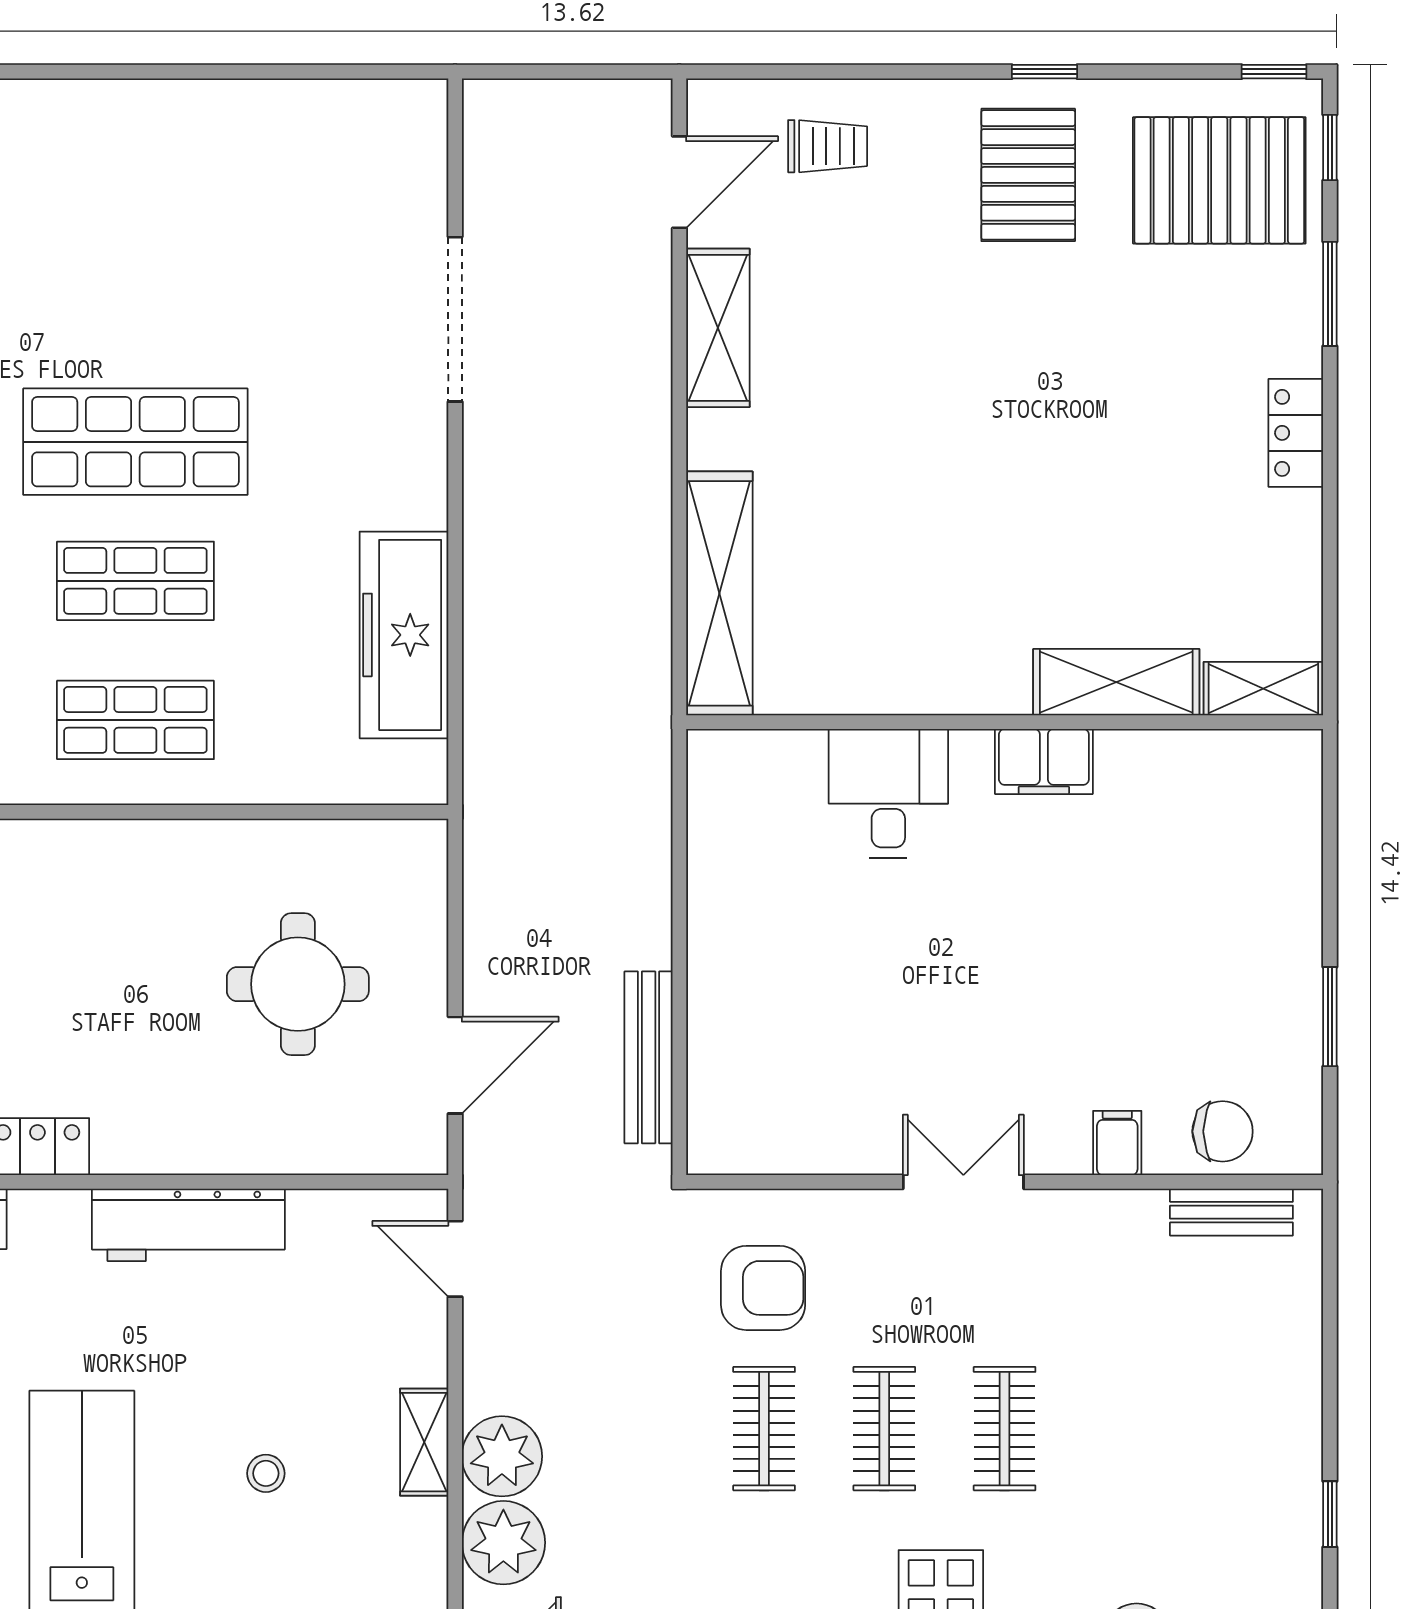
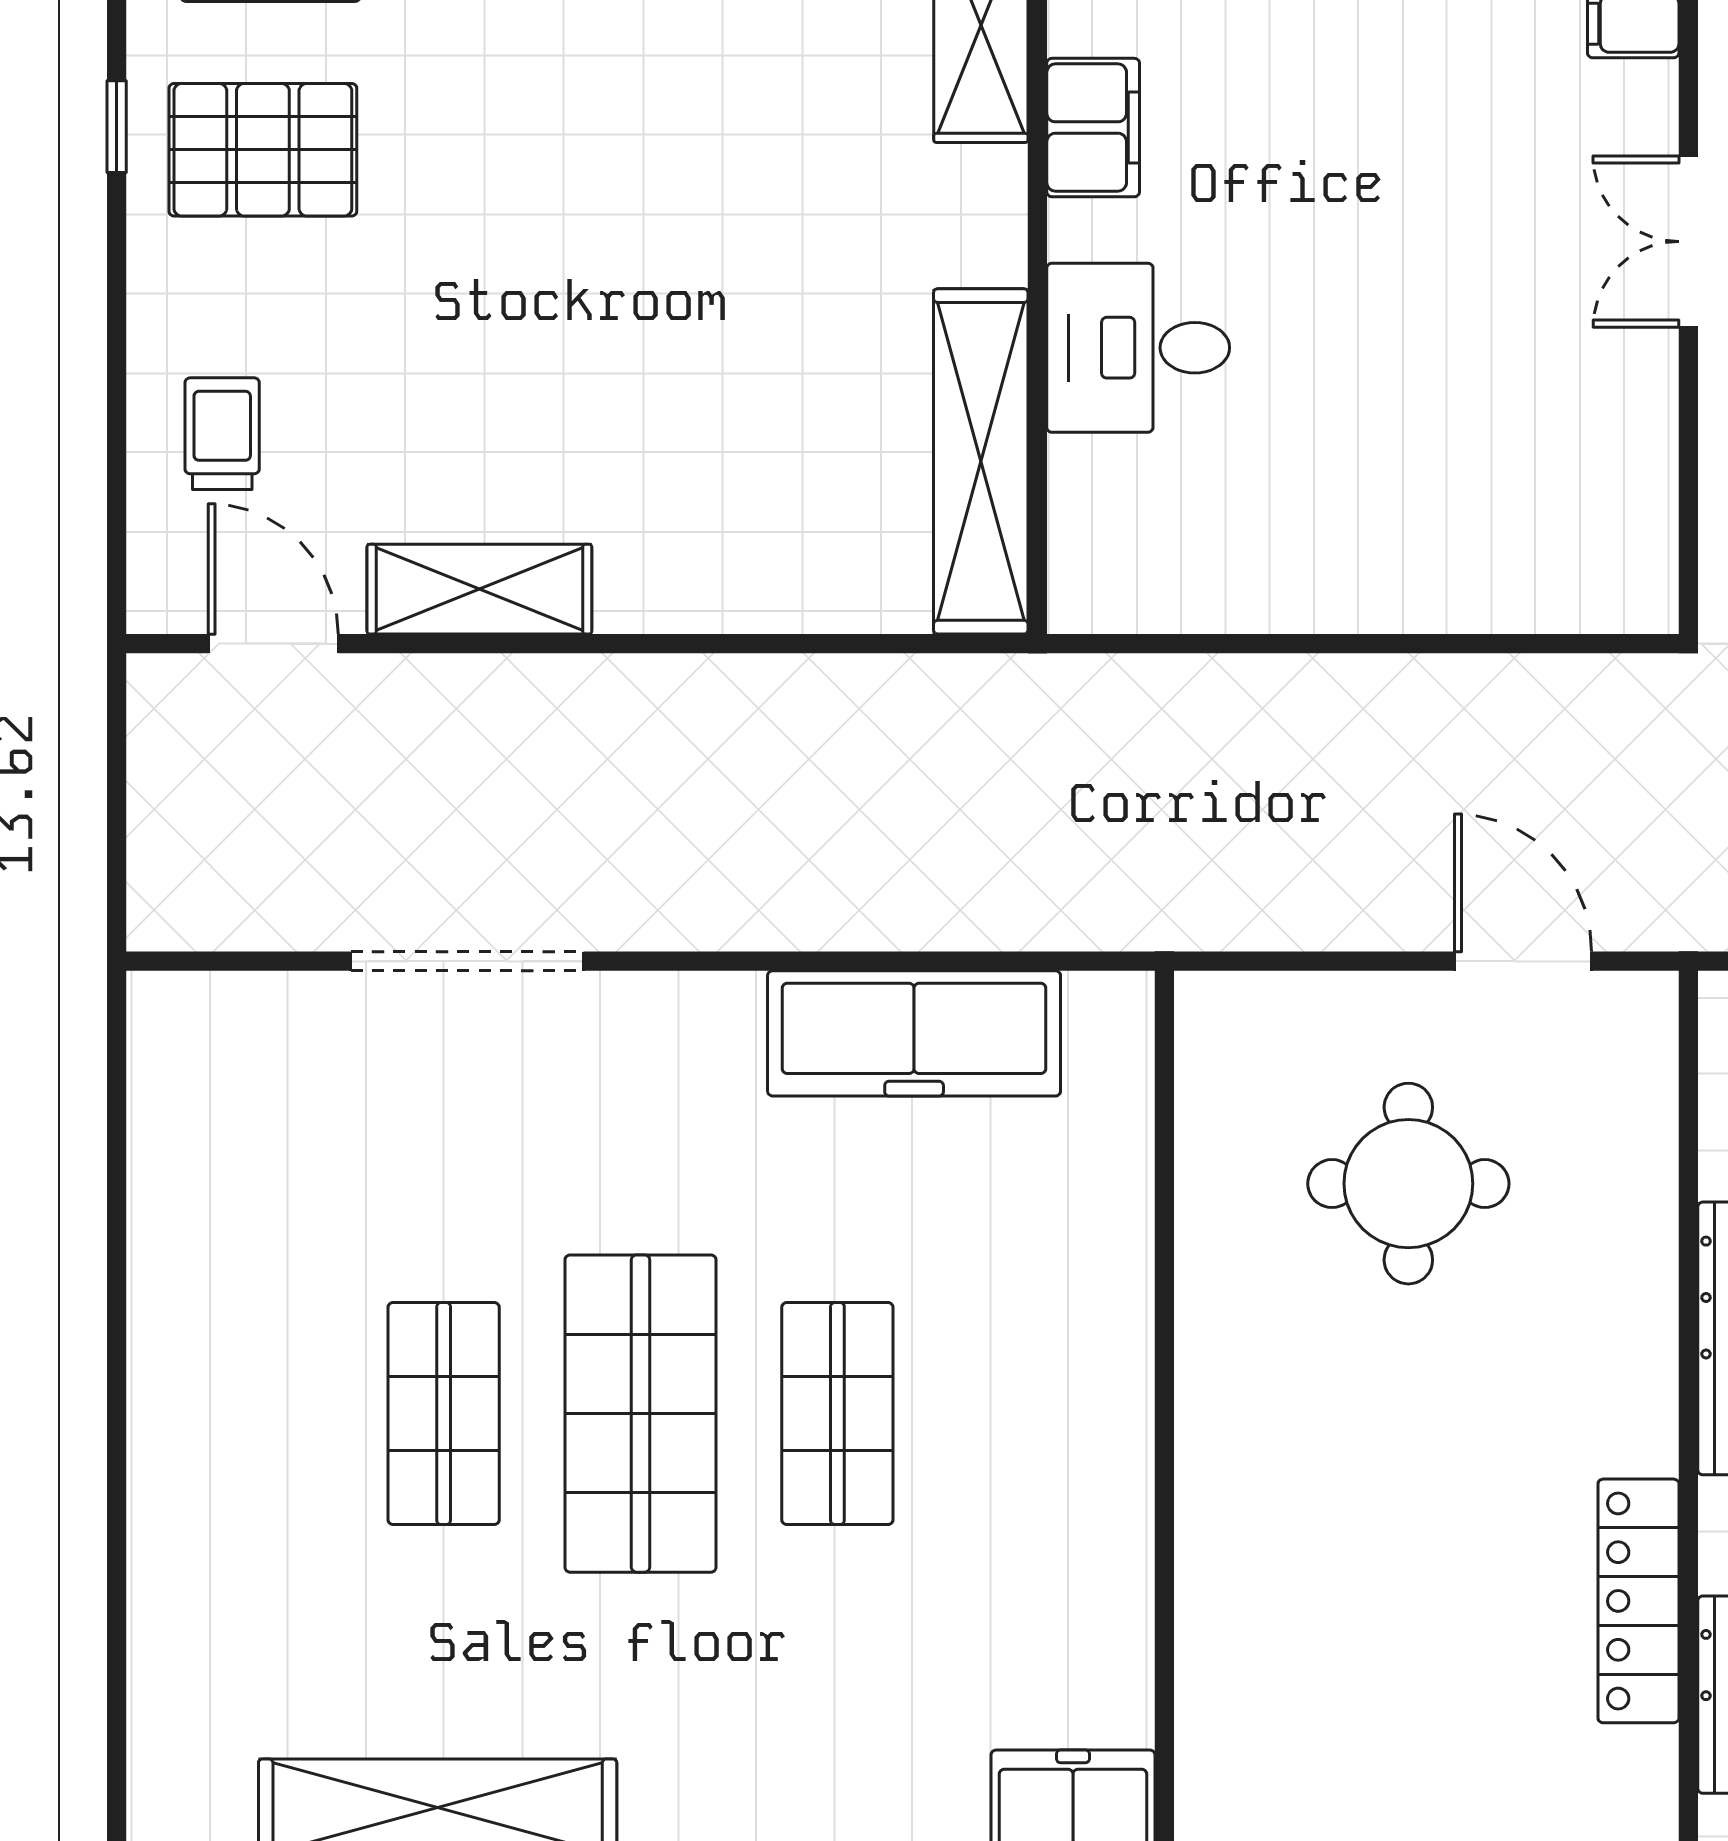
shelving: (719, 593) -> (981, 461), moved, turned 90
shop shelf: (135, 720) -> (444, 1414), moved
bench: (649, 1057) -> (1512, 687), removed

